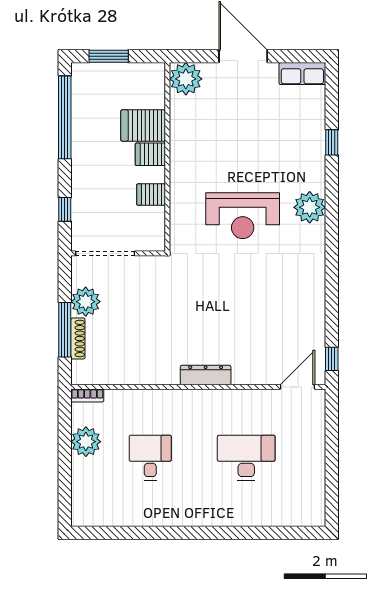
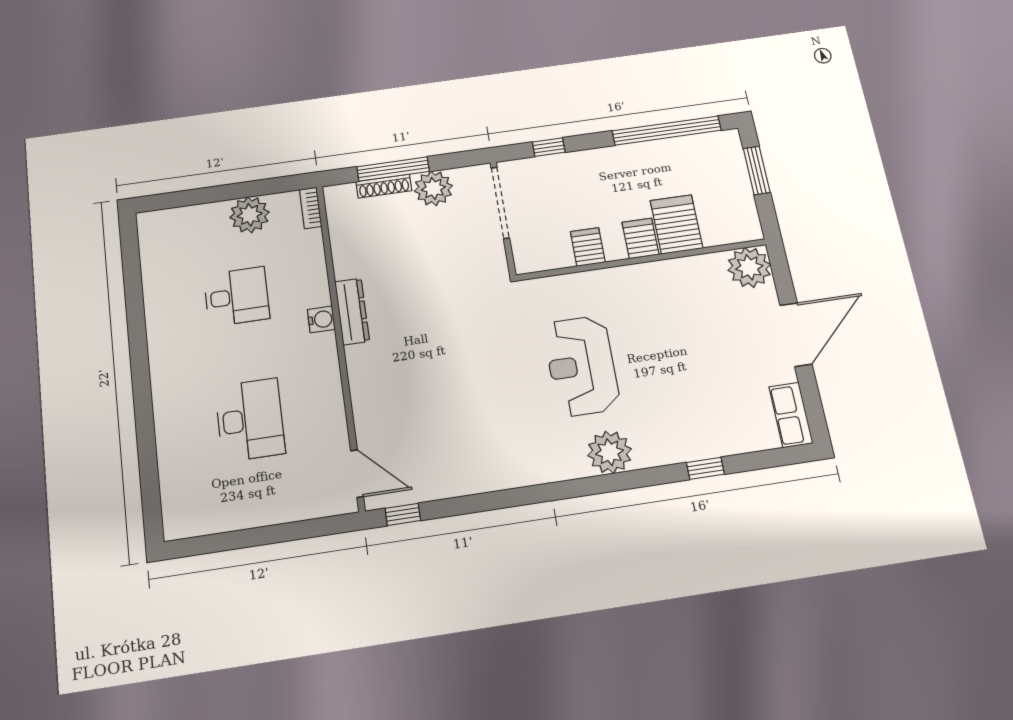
dresser: (206, 375) -> (352, 311), moved
water cooler: (178, 398) -> (321, 319), added

